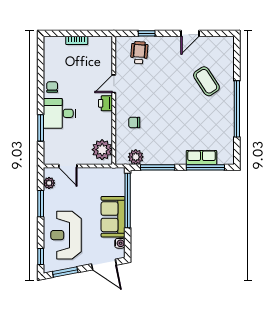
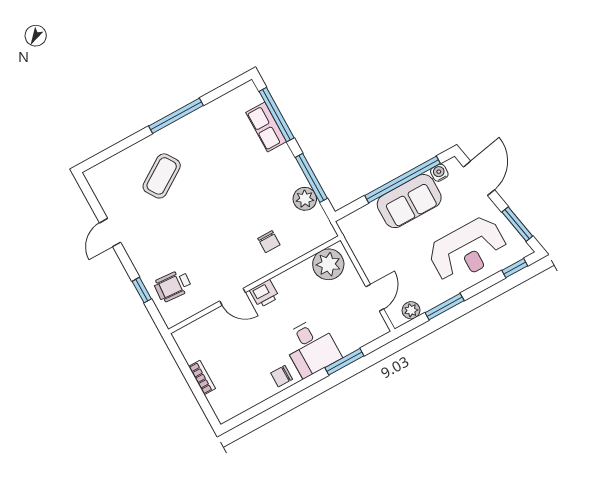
door: (190, 33) -> (110, 233), swing flipped
window: (237, 109) -> (176, 116), width x0.68
plant: (136, 157) -> (305, 199), moved
window: (128, 200) -> (402, 180), moved

